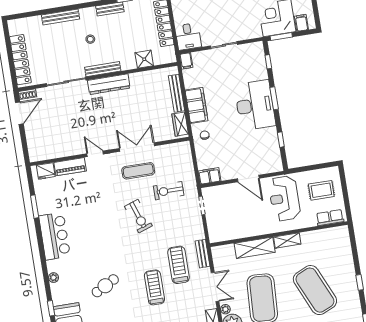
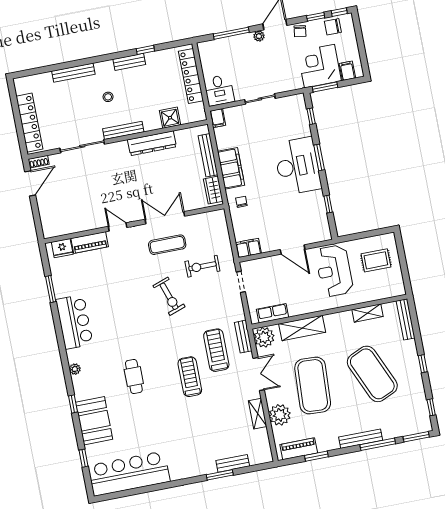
dresser: (109, 84) -> (152, 143), moved
row of seats: (330, 218) -> (272, 313), moved
shelving: (287, 240) -> (368, 313), moved
bench: (346, 243) -> (406, 319), added
cafe table: (105, 286) -> (134, 376), turned -62
plant: (225, 309) -> (264, 337), moved, width x1.88, depth x1.88

